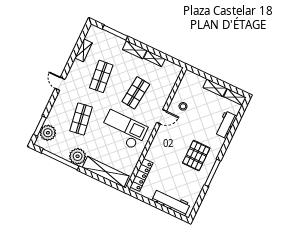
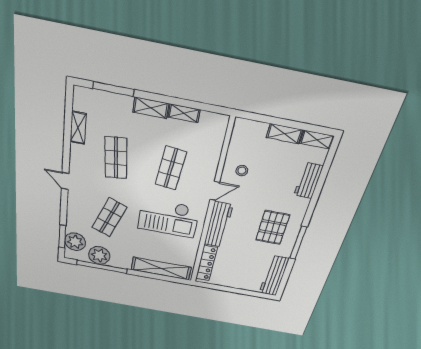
shop shelf: (81, 119) -> (109, 217), turned 30
checkout: (124, 130) -> (168, 218), turned 180
workbench: (158, 144) -> (218, 225), added
plant: (78, 156) -> (99, 255), moved
workbench: (171, 202) -> (274, 276), moved, turned -90

